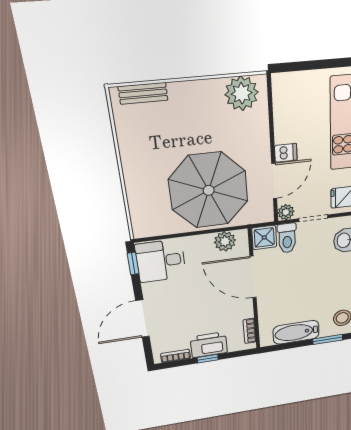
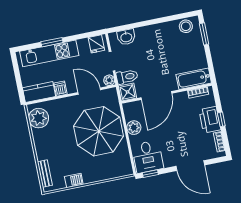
kitchen counter: (285, 99) -> (39, 92), added
barbecue: (128, 143) -> (74, 180), added
dishwasher: (286, 153) -> (60, 89), moved
plant: (225, 241) -> (134, 128), moved
bathtub: (296, 332) -> (194, 79), moved, turned 90

